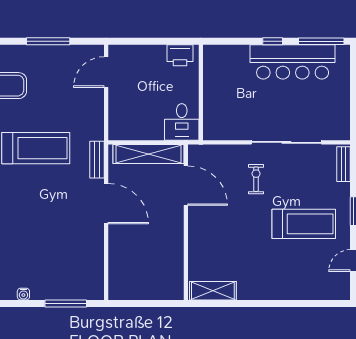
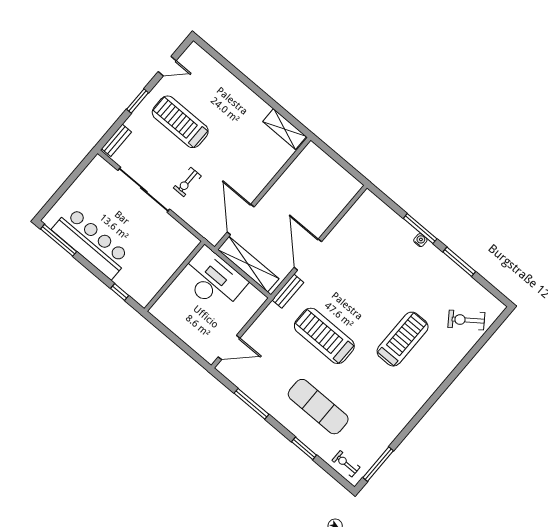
window: (273, 41) -> (120, 292), moved
printer: (180, 55) -> (167, 315), removed
desk: (182, 122) -> (213, 280), width x1.87, depth x1.30
window: (66, 303) -> (420, 229), moved

